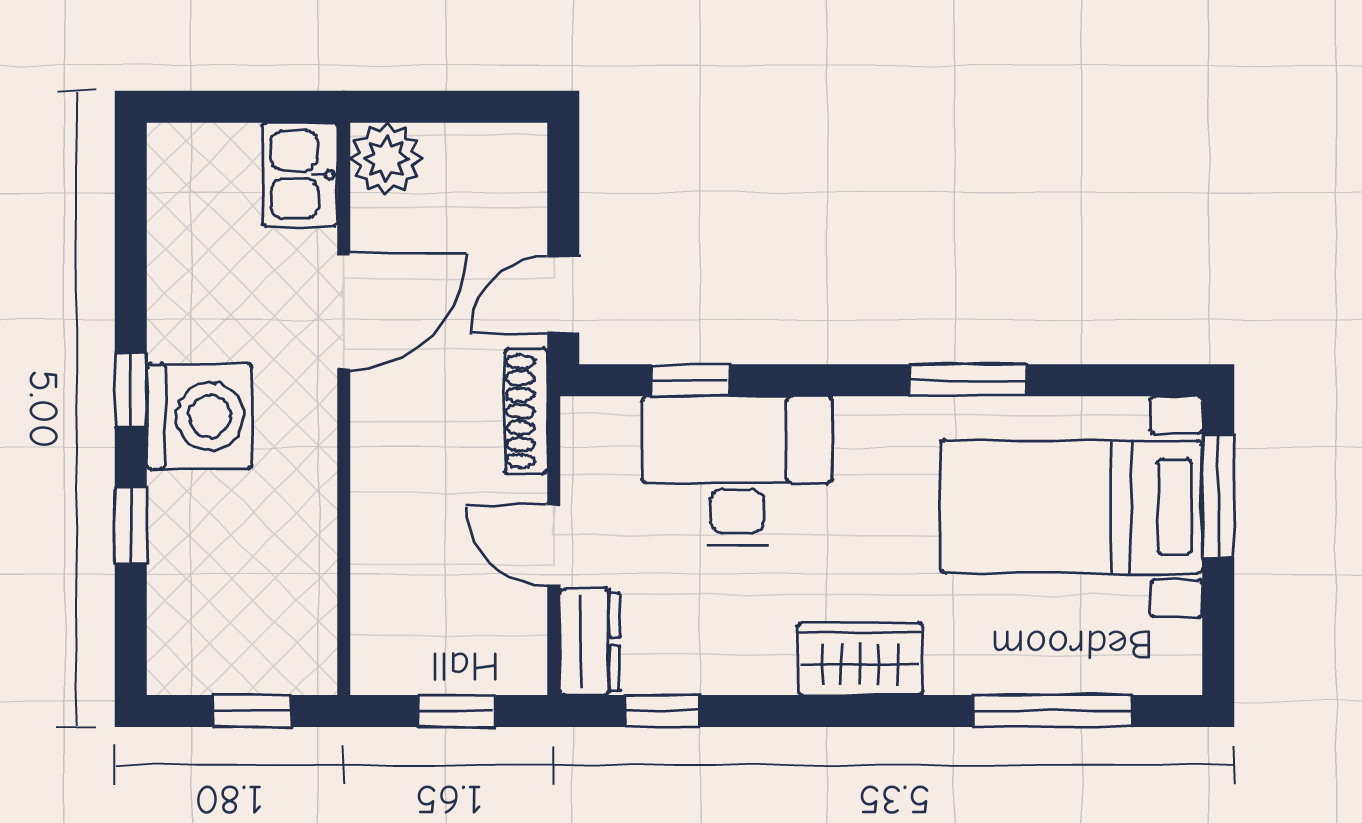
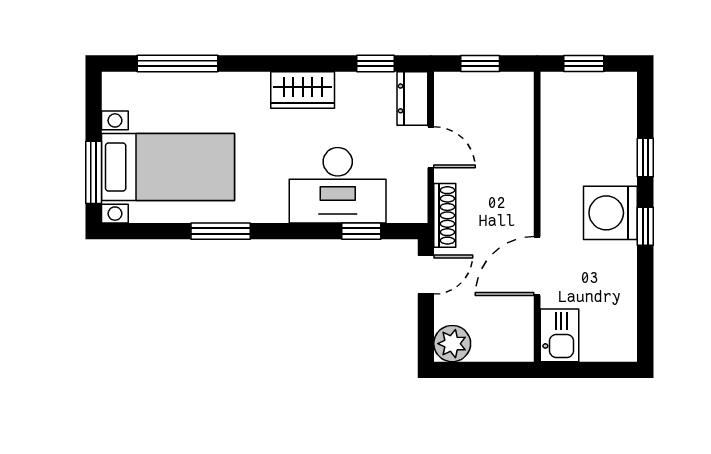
plant: (386, 159) -> (452, 344), moved
wardrobe: (860, 659) -> (303, 90), moved

